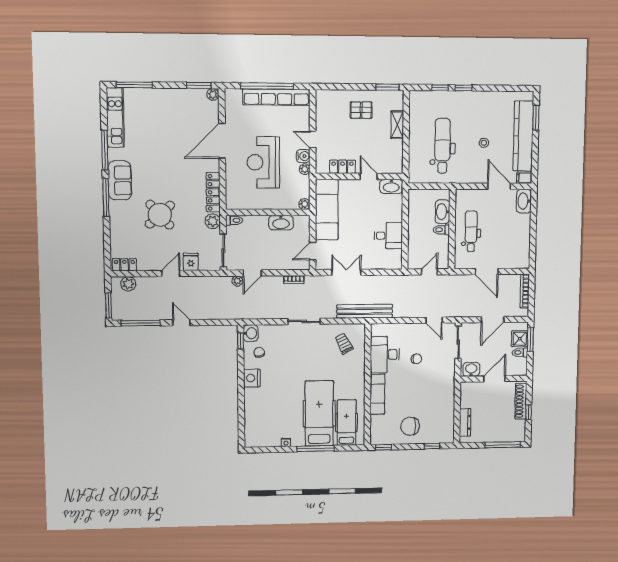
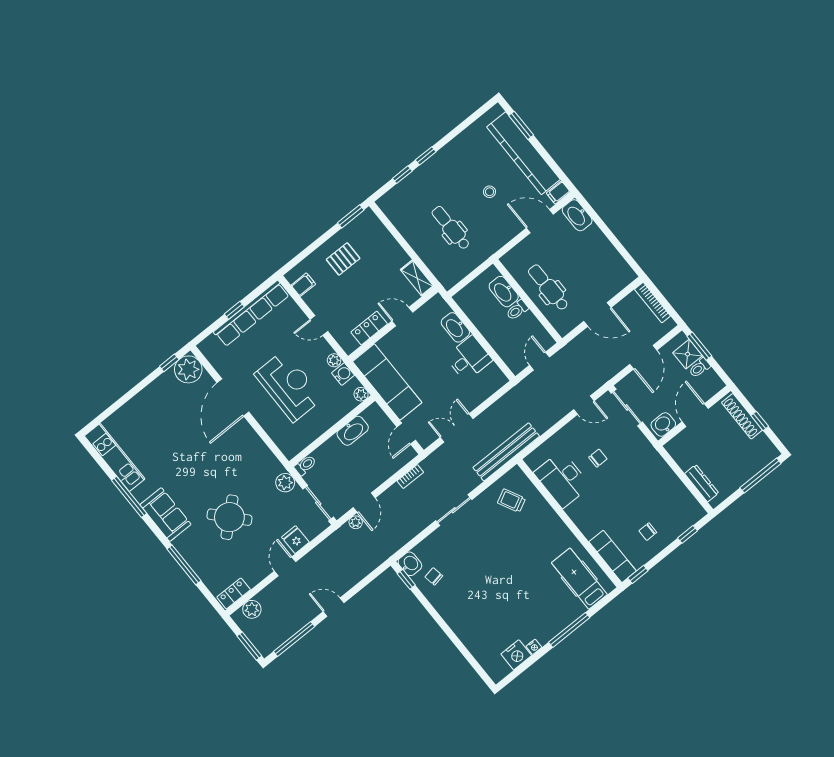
window: (134, 85) -> (108, 412), removed
window: (199, 85) -> (169, 363), width x0.67
window: (267, 86) -> (234, 310), width x0.32
plant: (213, 94) -> (188, 369), width x1.88, depth x1.88
filing cabinet: (323, 106) -> (303, 285), added
shelving: (397, 125) -> (417, 278), moved
dental chair: (443, 146) -> (451, 228), width x0.73, depth x0.72
water cooler: (303, 156) -> (343, 374), moved
reception desk: (263, 162) -> (289, 386), turned 180
washbasin: (391, 186) -> (455, 327), moved, turned 90
locker: (213, 192) -> (264, 454), removed
window: (106, 197) -> (184, 565), moved
nightstand: (252, 378) -> (516, 655), moved, turned -90
exam couch: (377, 394) -> (613, 556), moved
hospital bed: (319, 413) -> (544, 591), removed
chair: (410, 426) -> (648, 532), width x0.54, depth x0.54

